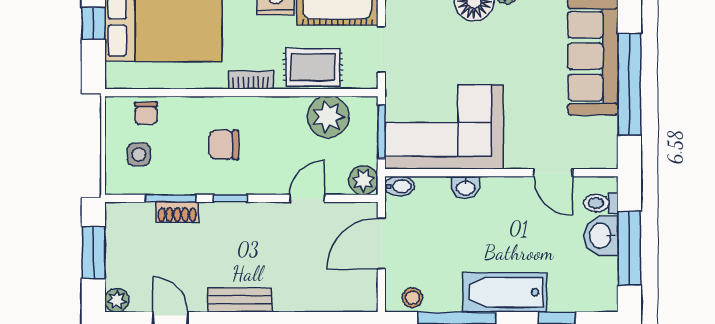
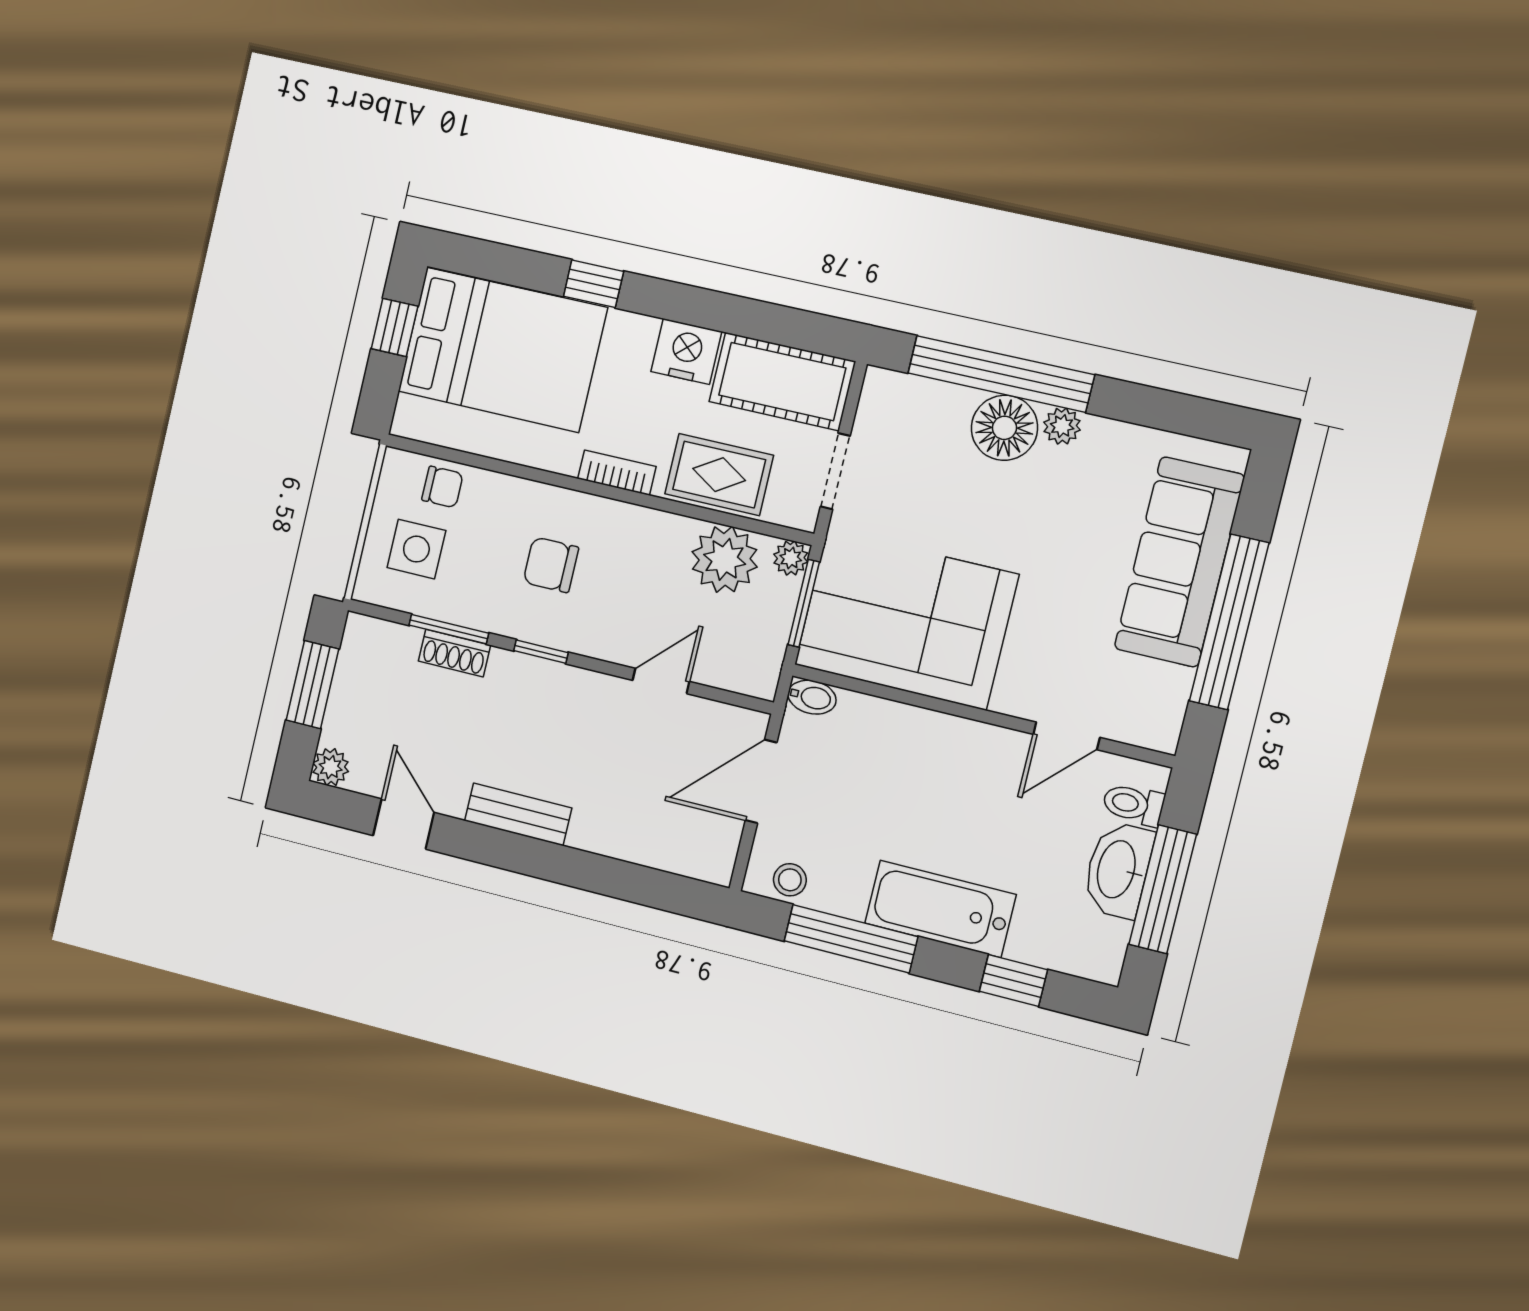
chair: (146, 113) -> (442, 487), turned -90
side table: (139, 155) -> (416, 549), width x1.37, depth x1.37
door: (553, 173) -> (1067, 736), hinge flipped
plant: (363, 180) -> (791, 558), moved, width x0.73, depth x0.73
washbasin: (466, 187) -> (918, 725), removed
washbasin: (601, 236) -> (1118, 870), width x1.38

